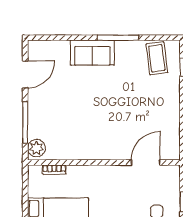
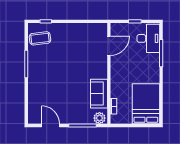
sofa: (92, 53) -> (99, 94), moved, turned 180
door: (146, 163) -> (109, 46), swing flipped

